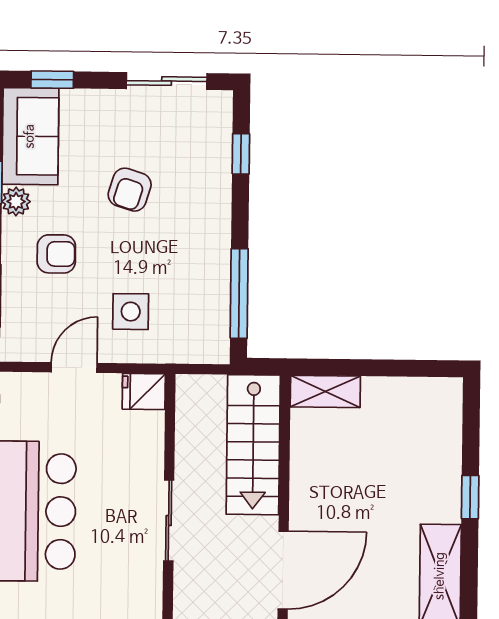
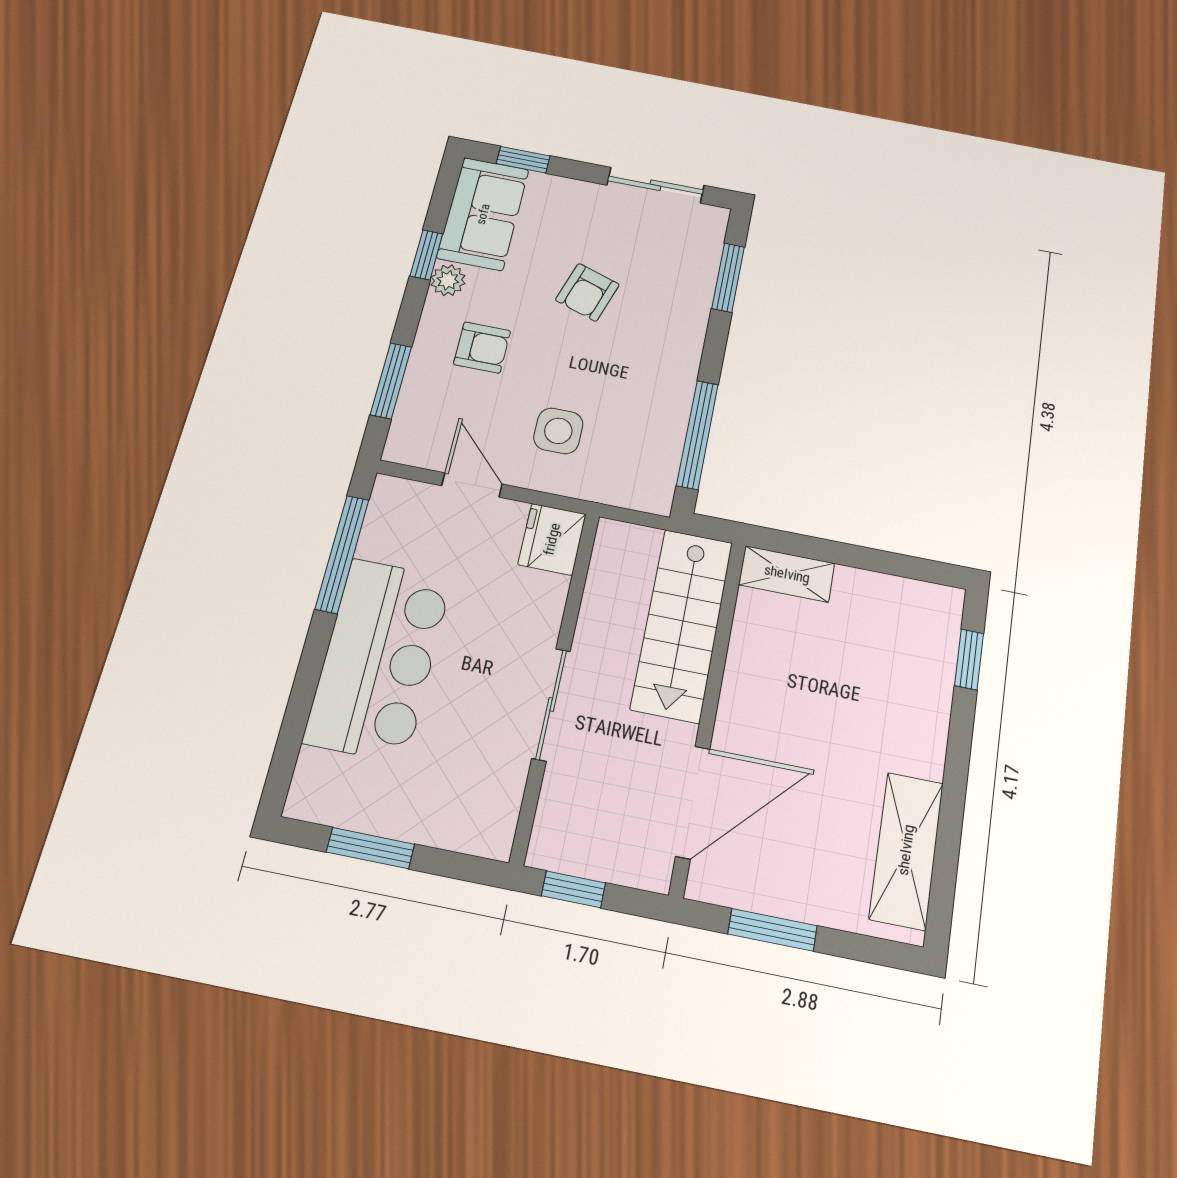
window: (241, 154) -> (728, 278), width x1.50
door: (74, 368) -> (472, 485), hinge flipped
fridge: (144, 391) -> (552, 539), width x1.38
window: (470, 497) -> (969, 659), moved

